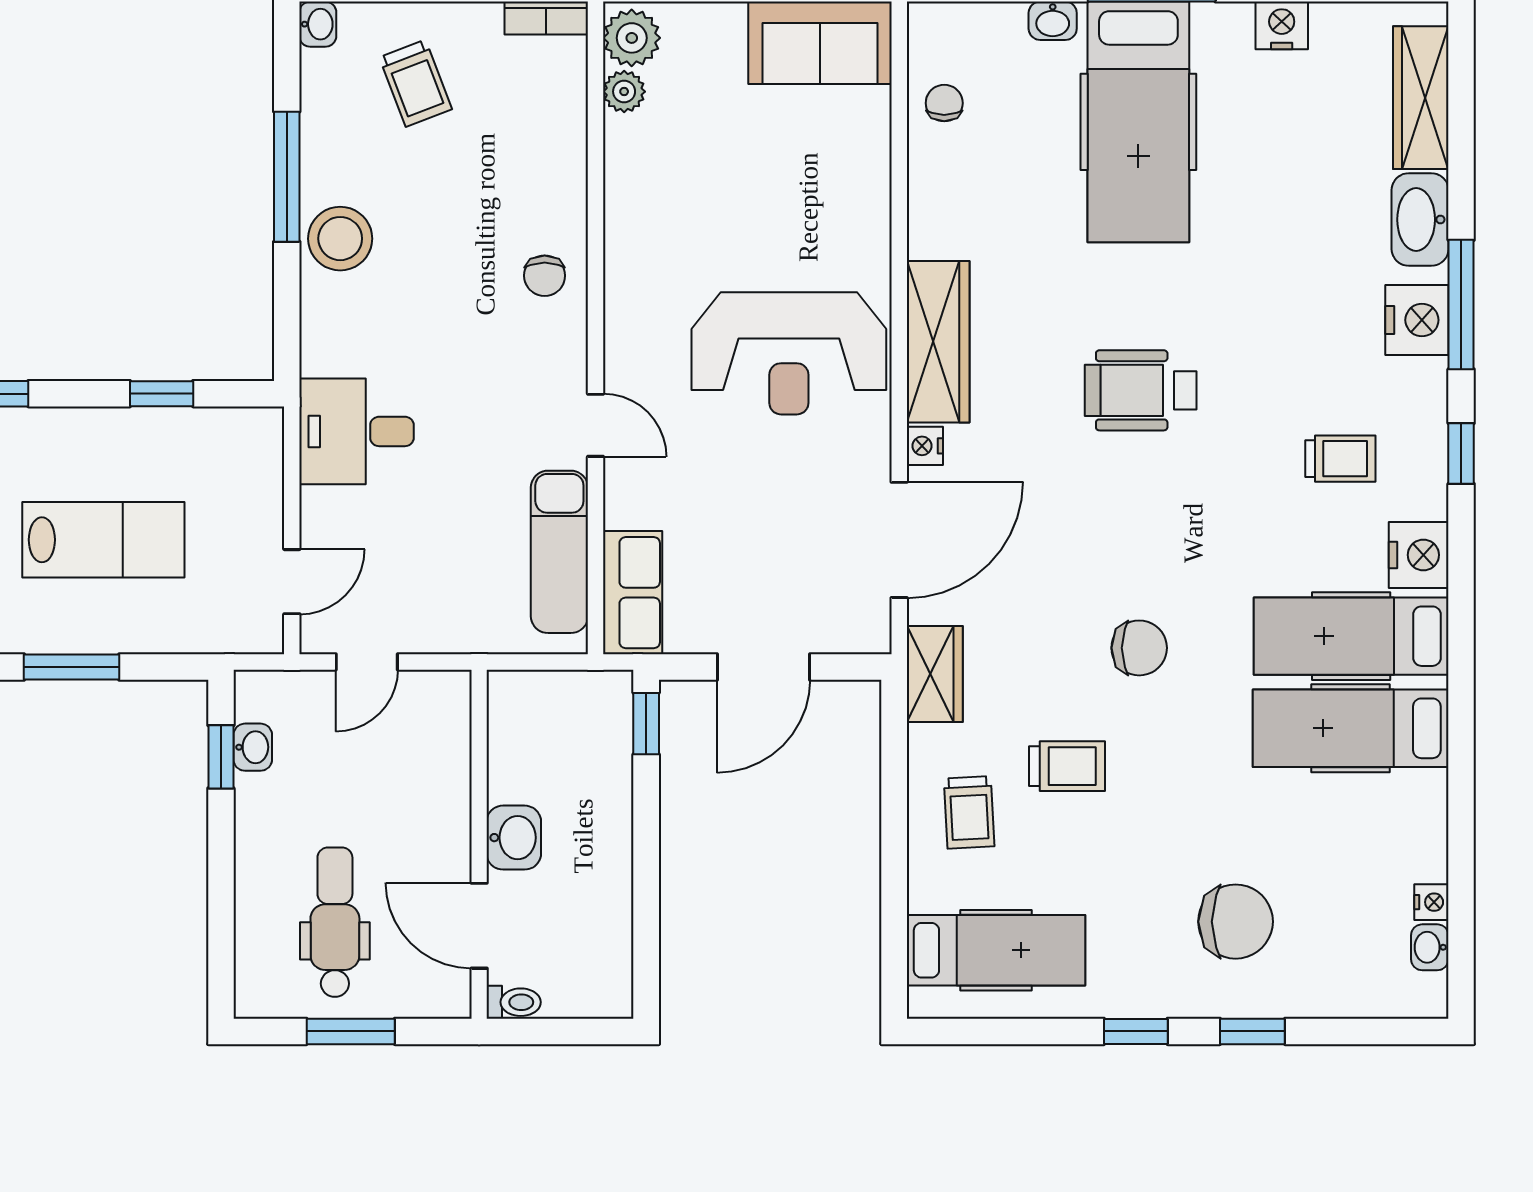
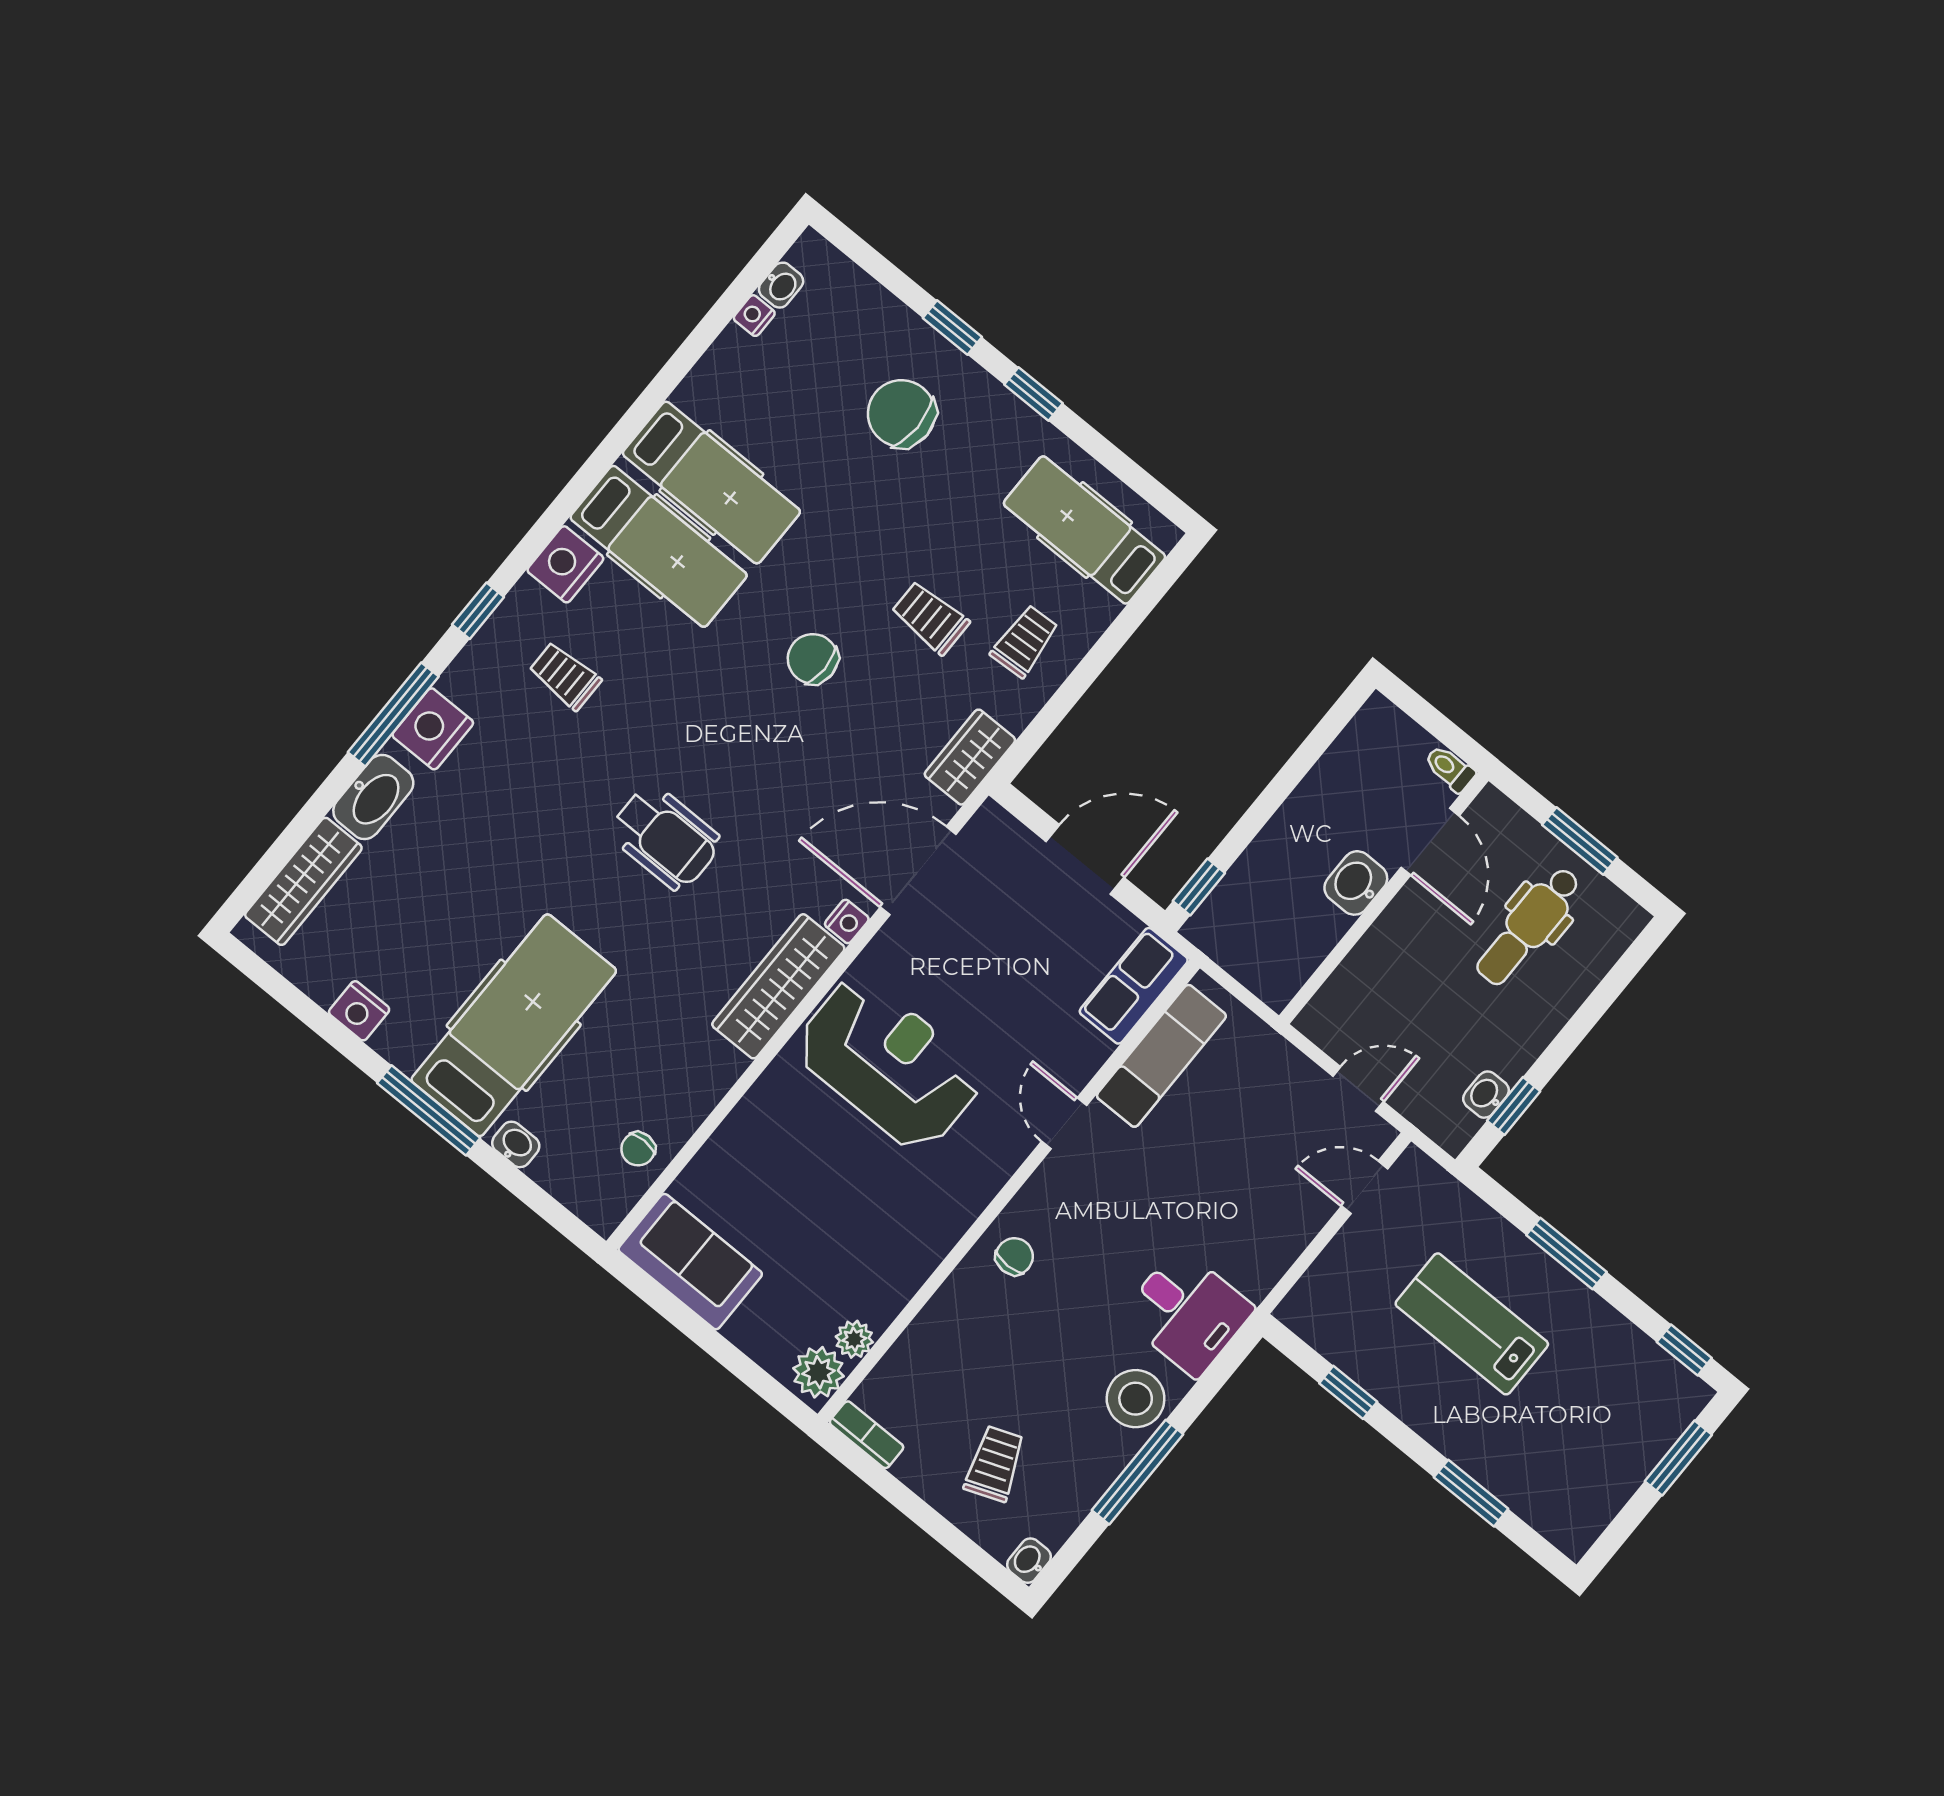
desk: (357, 431) -> (1187, 1312), moved

